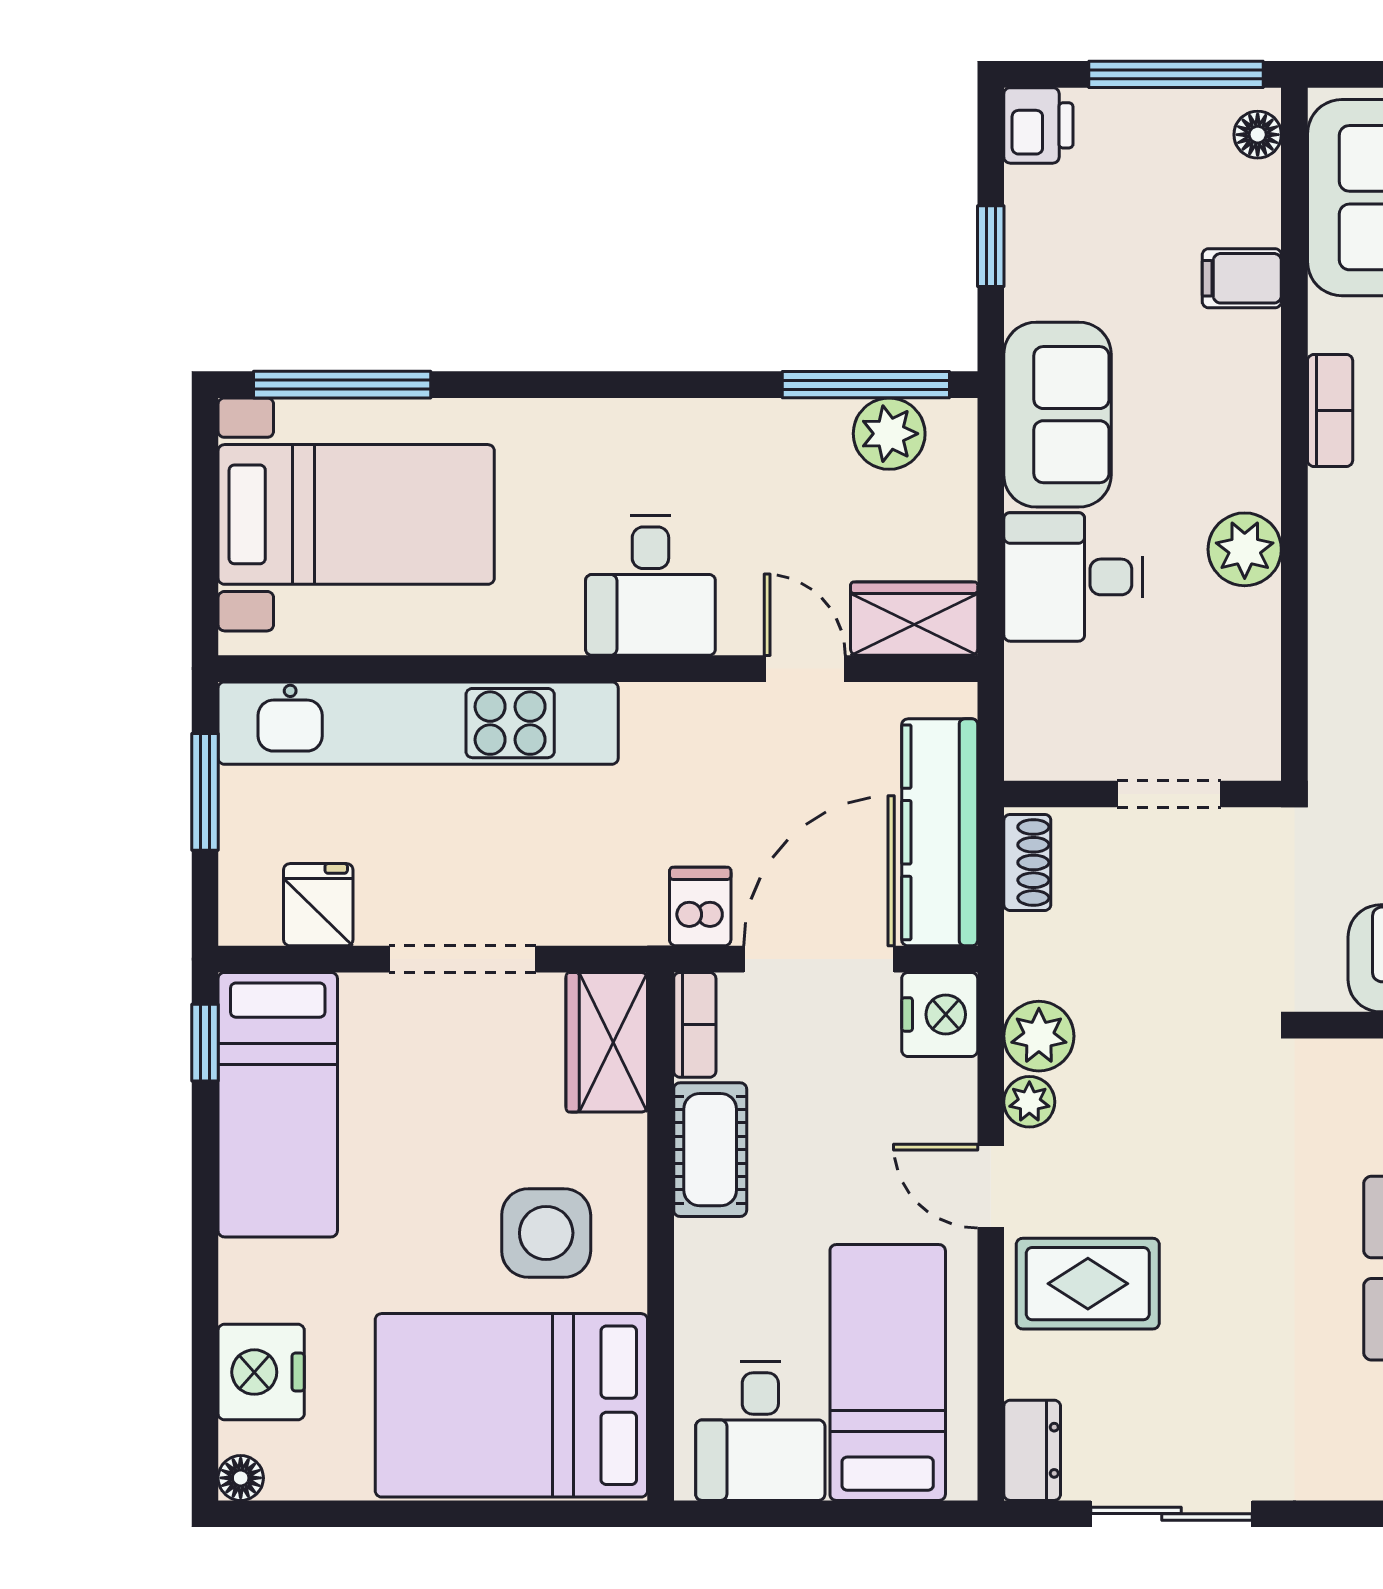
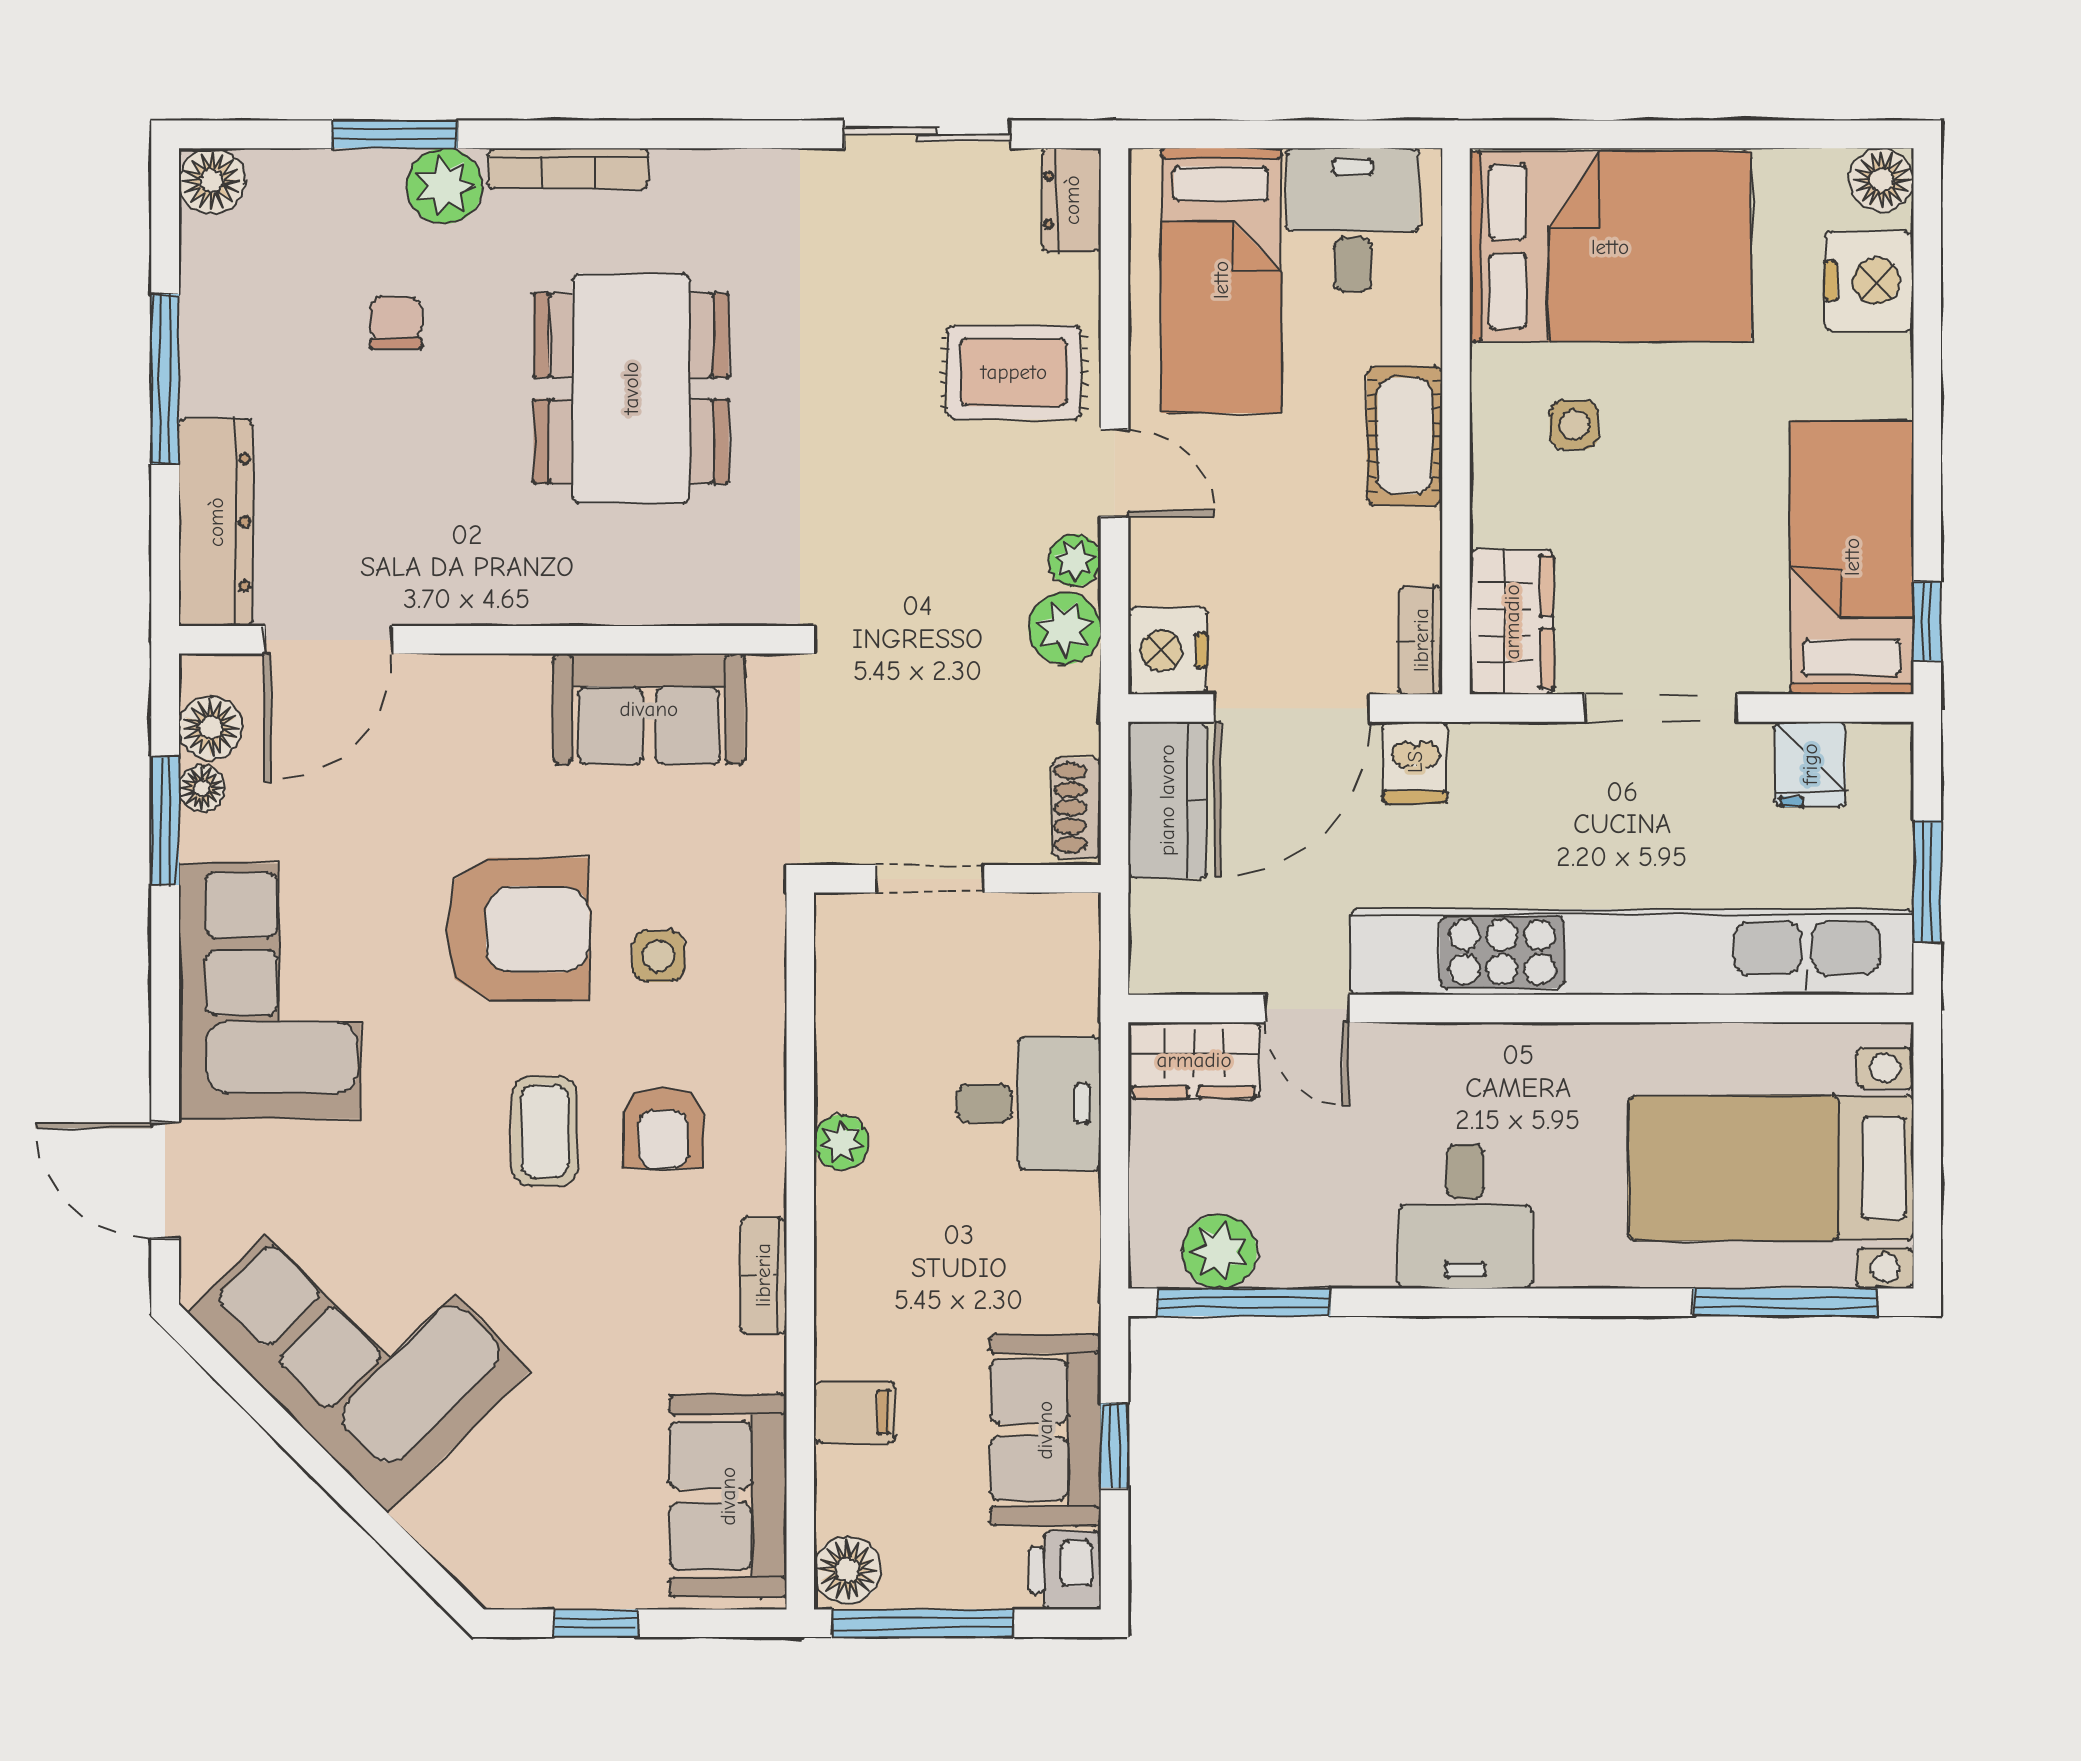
floor lamp: (1258, 135) -> (847, 1570), width x1.37, depth x1.37
sofa: (1057, 415) -> (1045, 1430), moved
plant: (1245, 549) -> (841, 1142), width x0.73, depth x0.73
desk: (650, 586) -> (1465, 1216), moved, turned 180
kitchen unit: (418, 723) -> (1632, 952), width x1.36
kitchen counter: (940, 832) -> (1167, 800), width x0.67
cot: (710, 1150) -> (1405, 436), moved
side table: (546, 1233) -> (1574, 425), width x0.54, depth x0.54
floor lamp: (241, 1478) -> (1882, 180), width x1.37, depth x1.37

